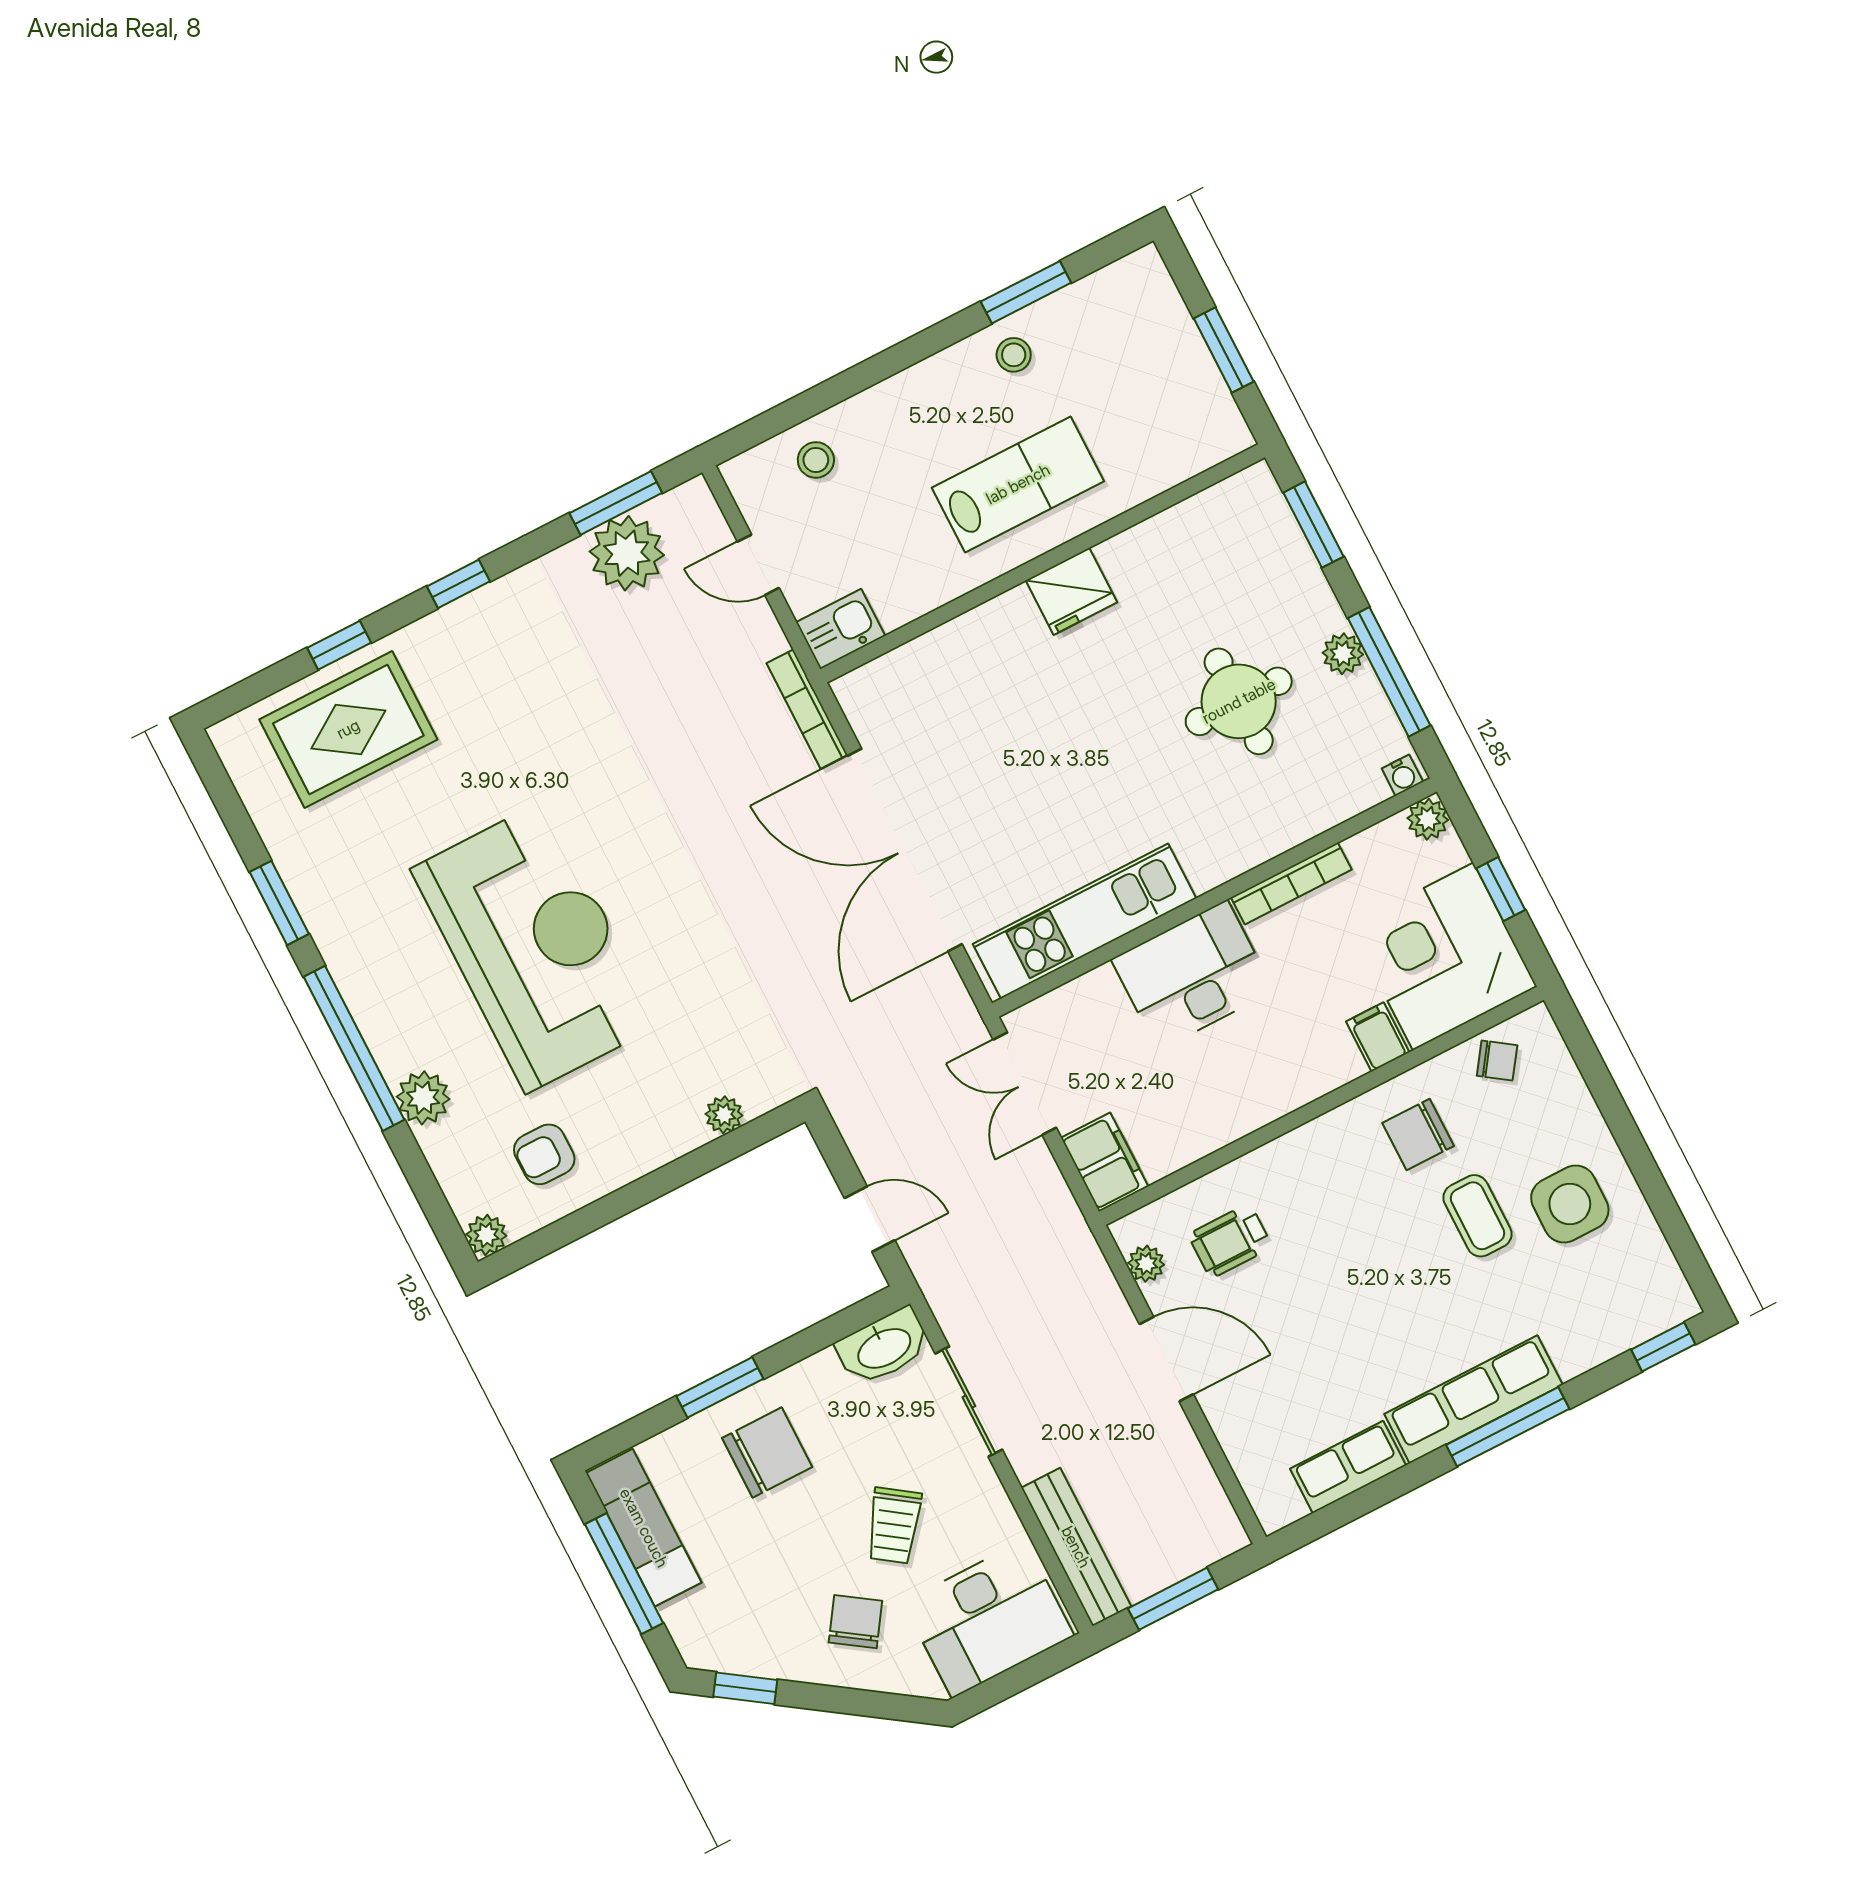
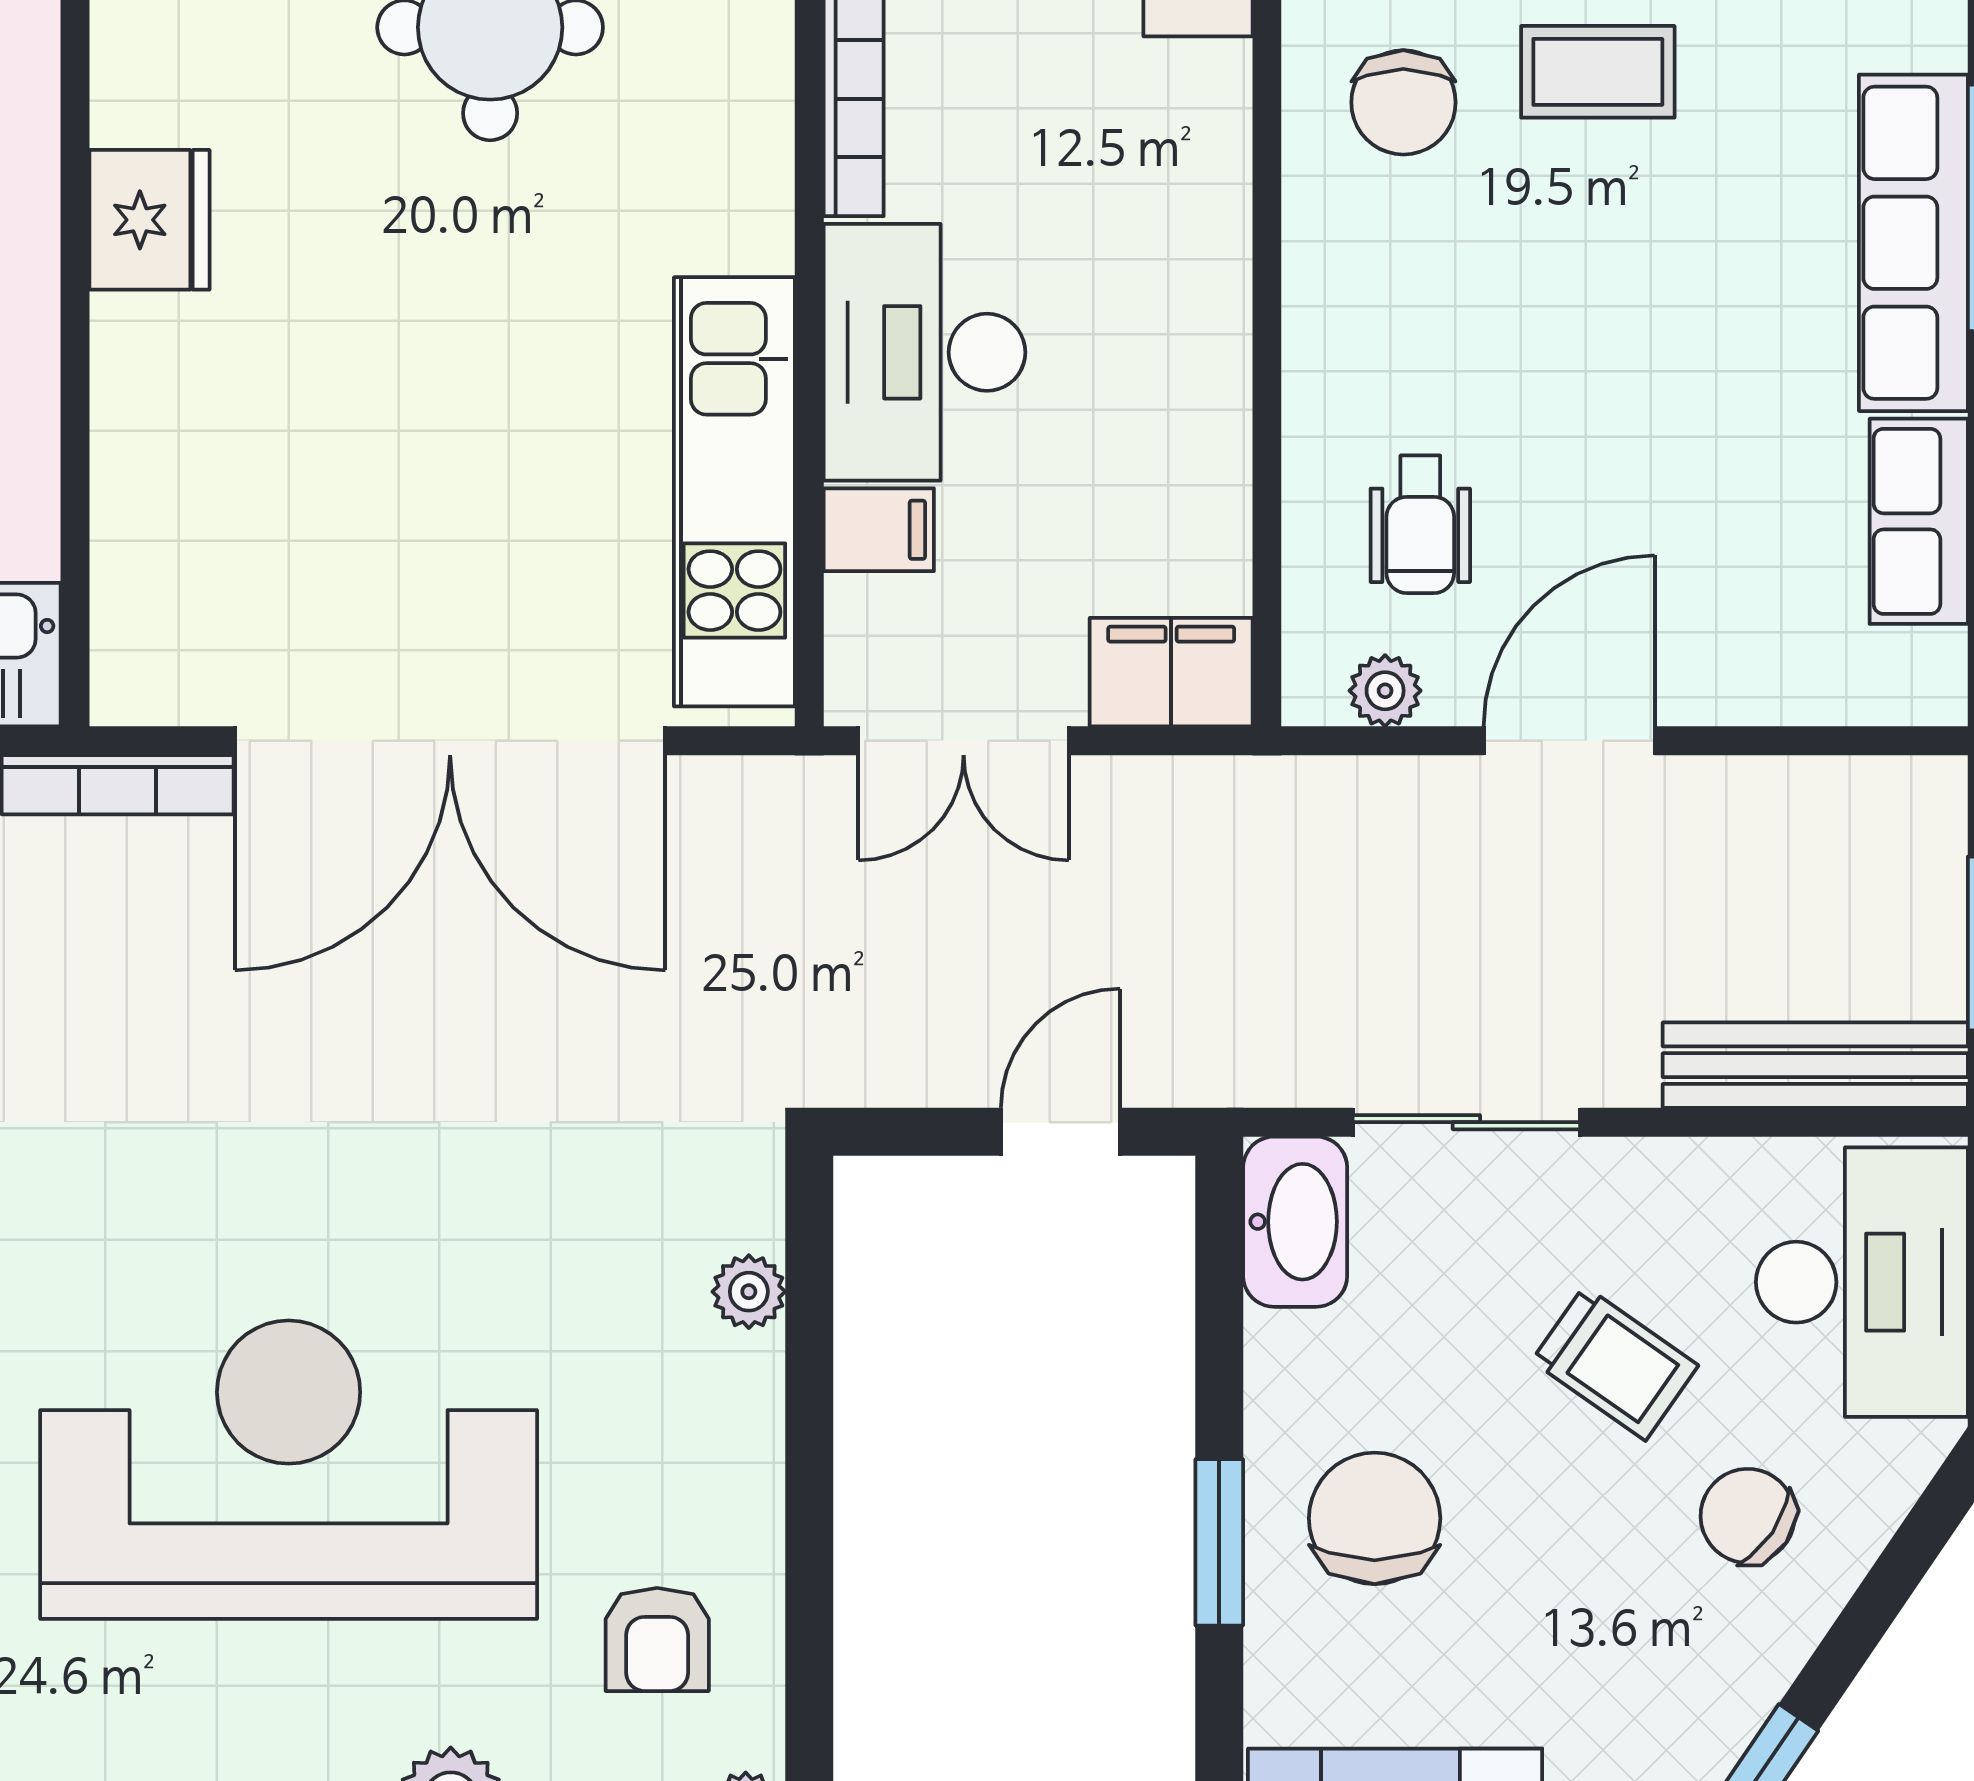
filing cabinet: (1378, 1037) -> (879, 530), moved, turned 180

